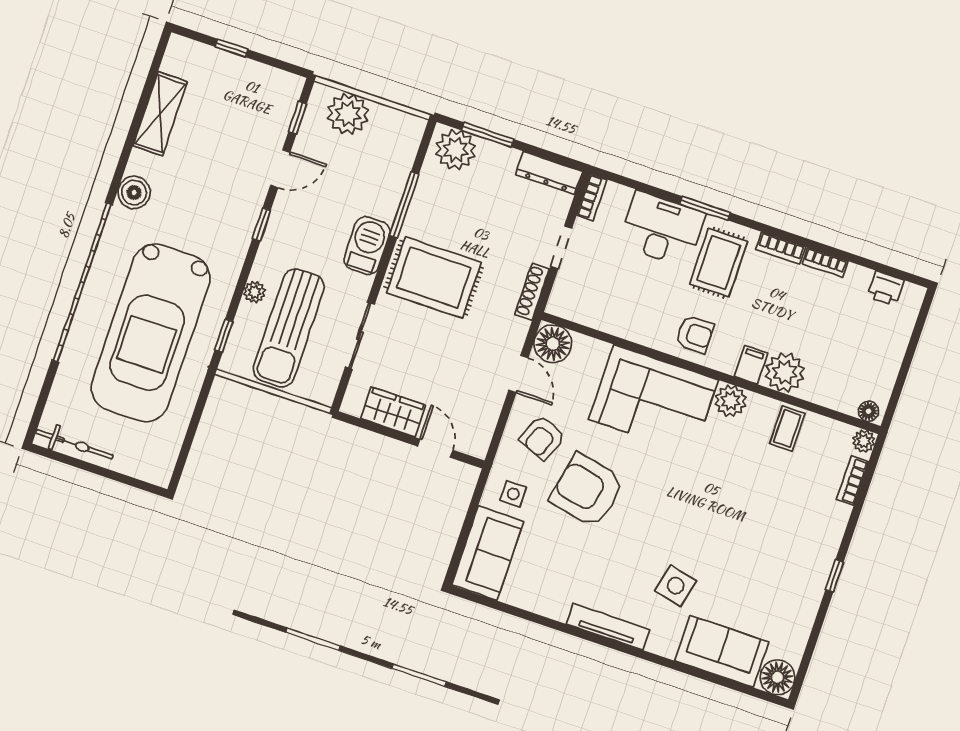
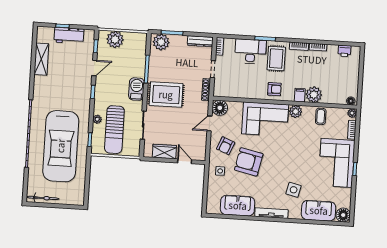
workbench: (241, 75) -> (69, 36), added
boiler: (134, 193) -> (39, 93), removed
door: (518, 374) -> (209, 123), swing flipped
corner sofa: (795, 549) -> (337, 163), added
sofa: (488, 553) -> (238, 206), moved, turned -90

